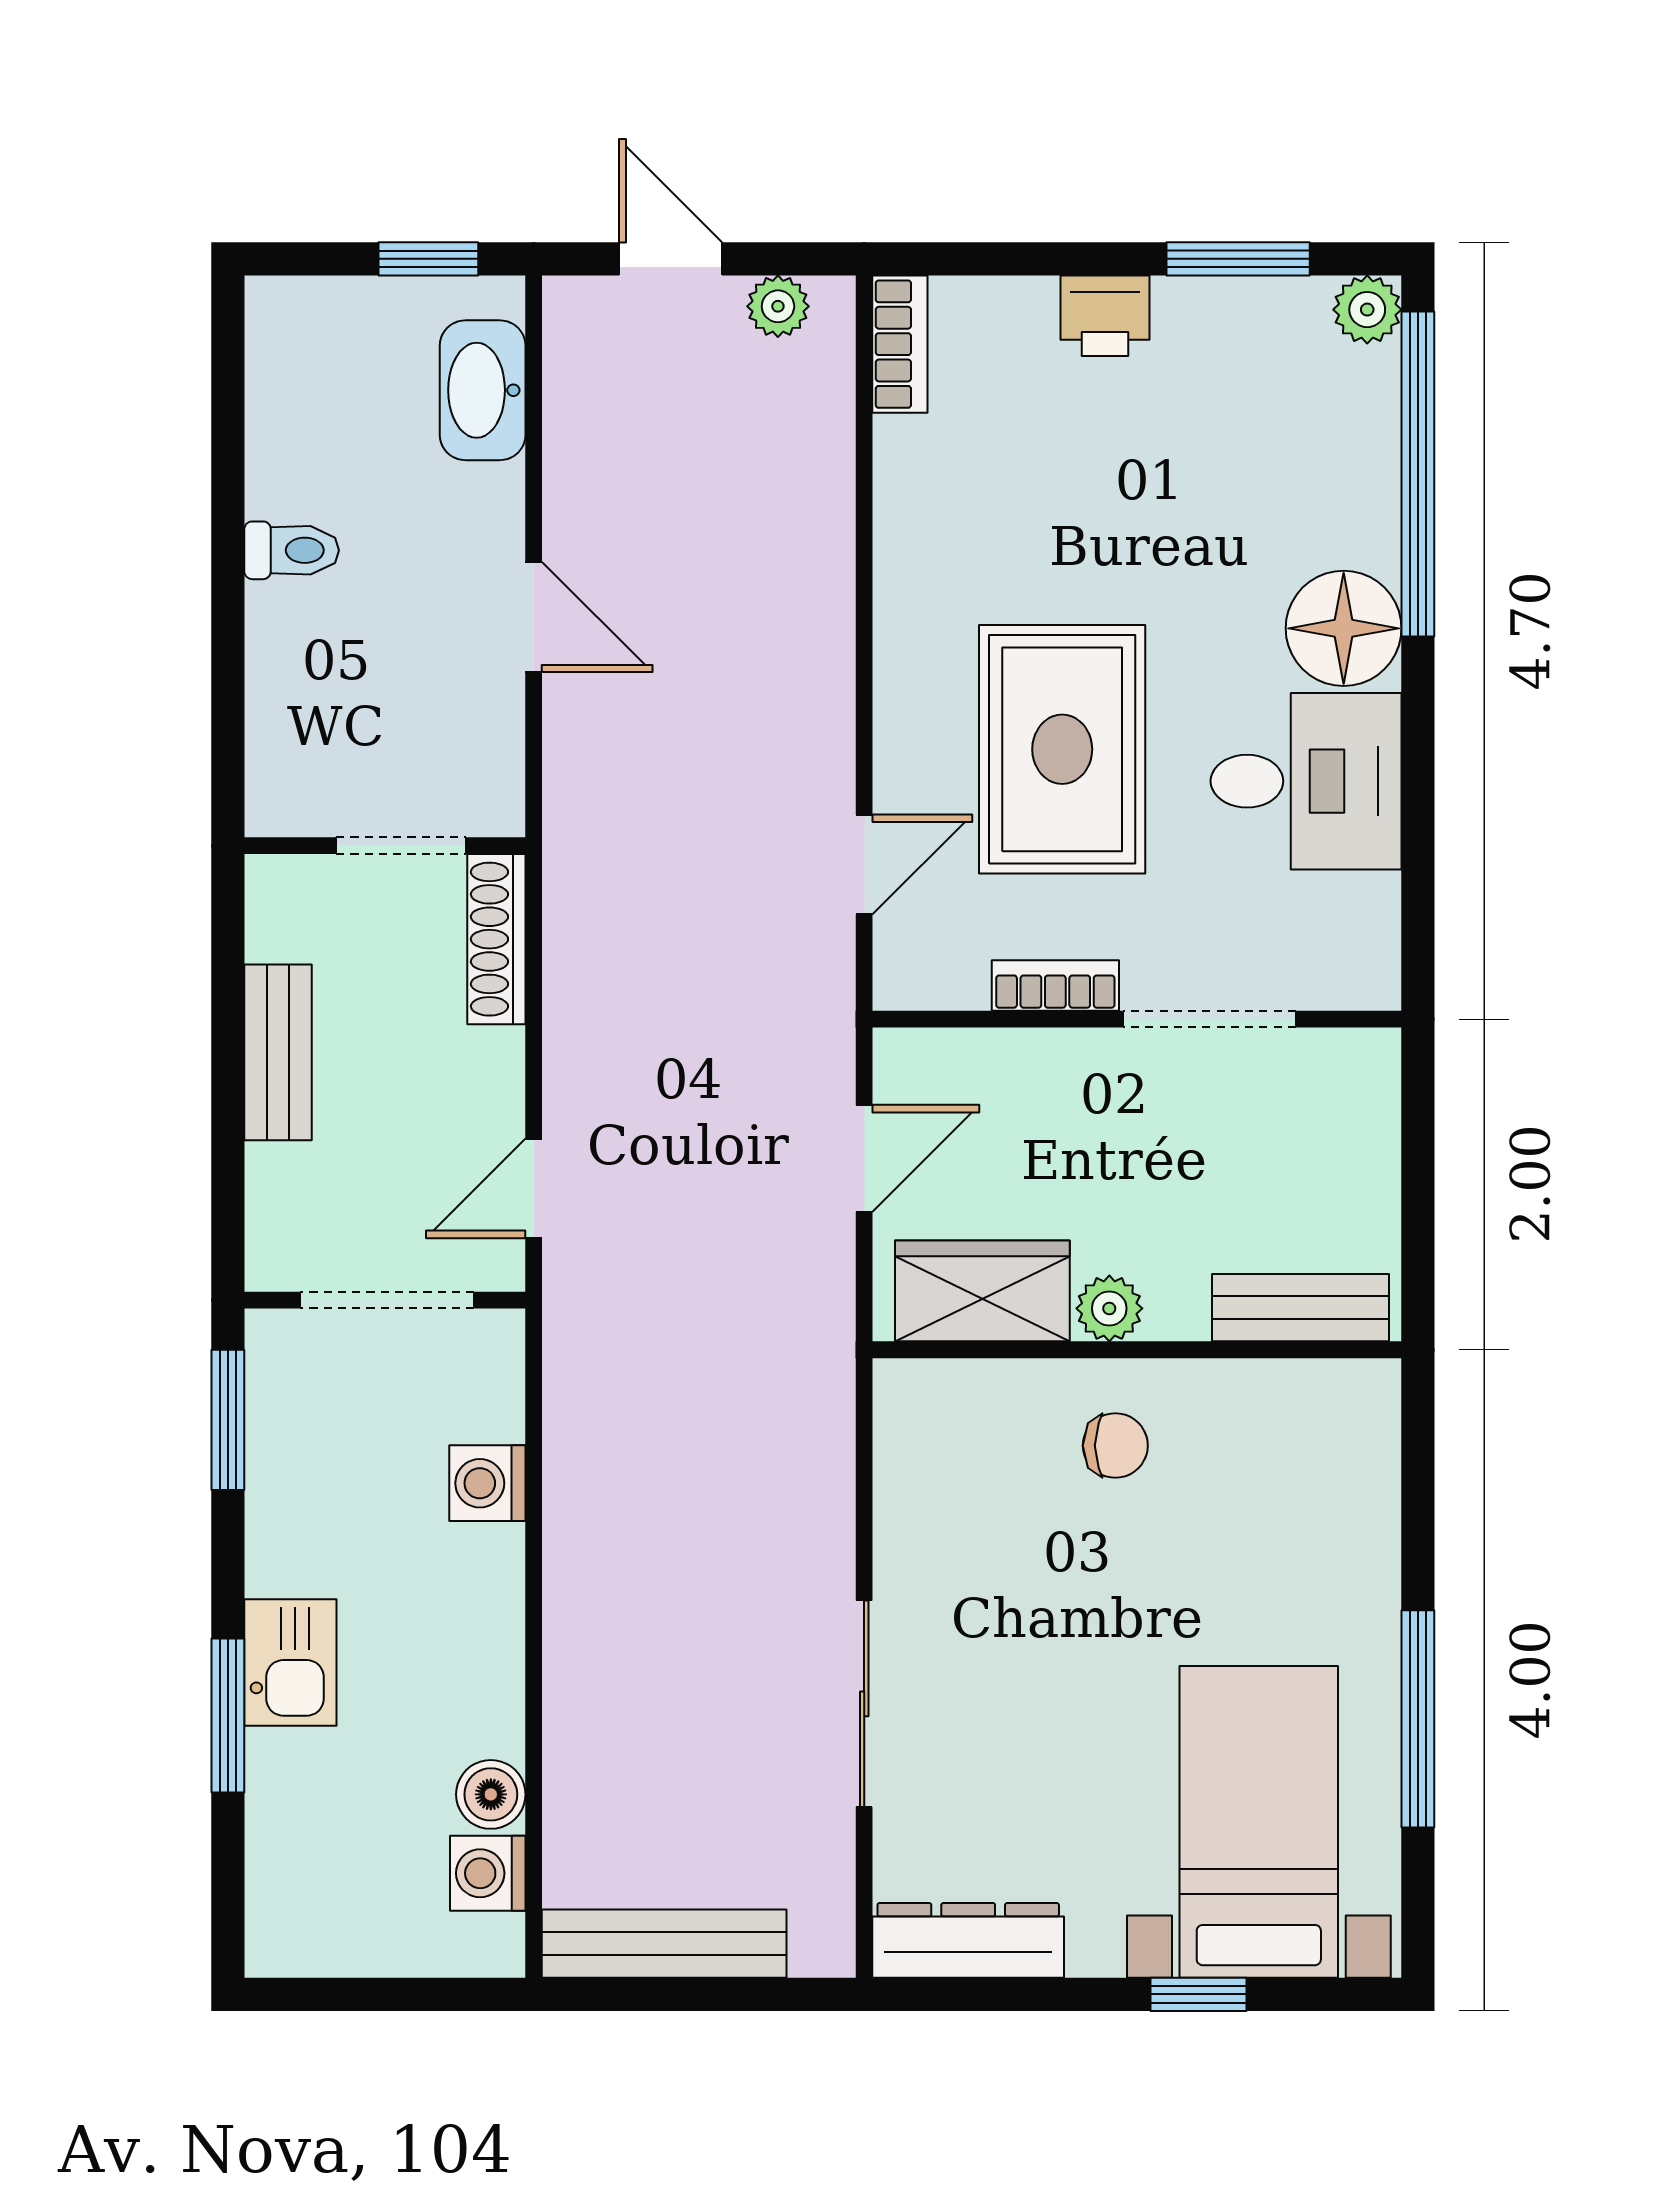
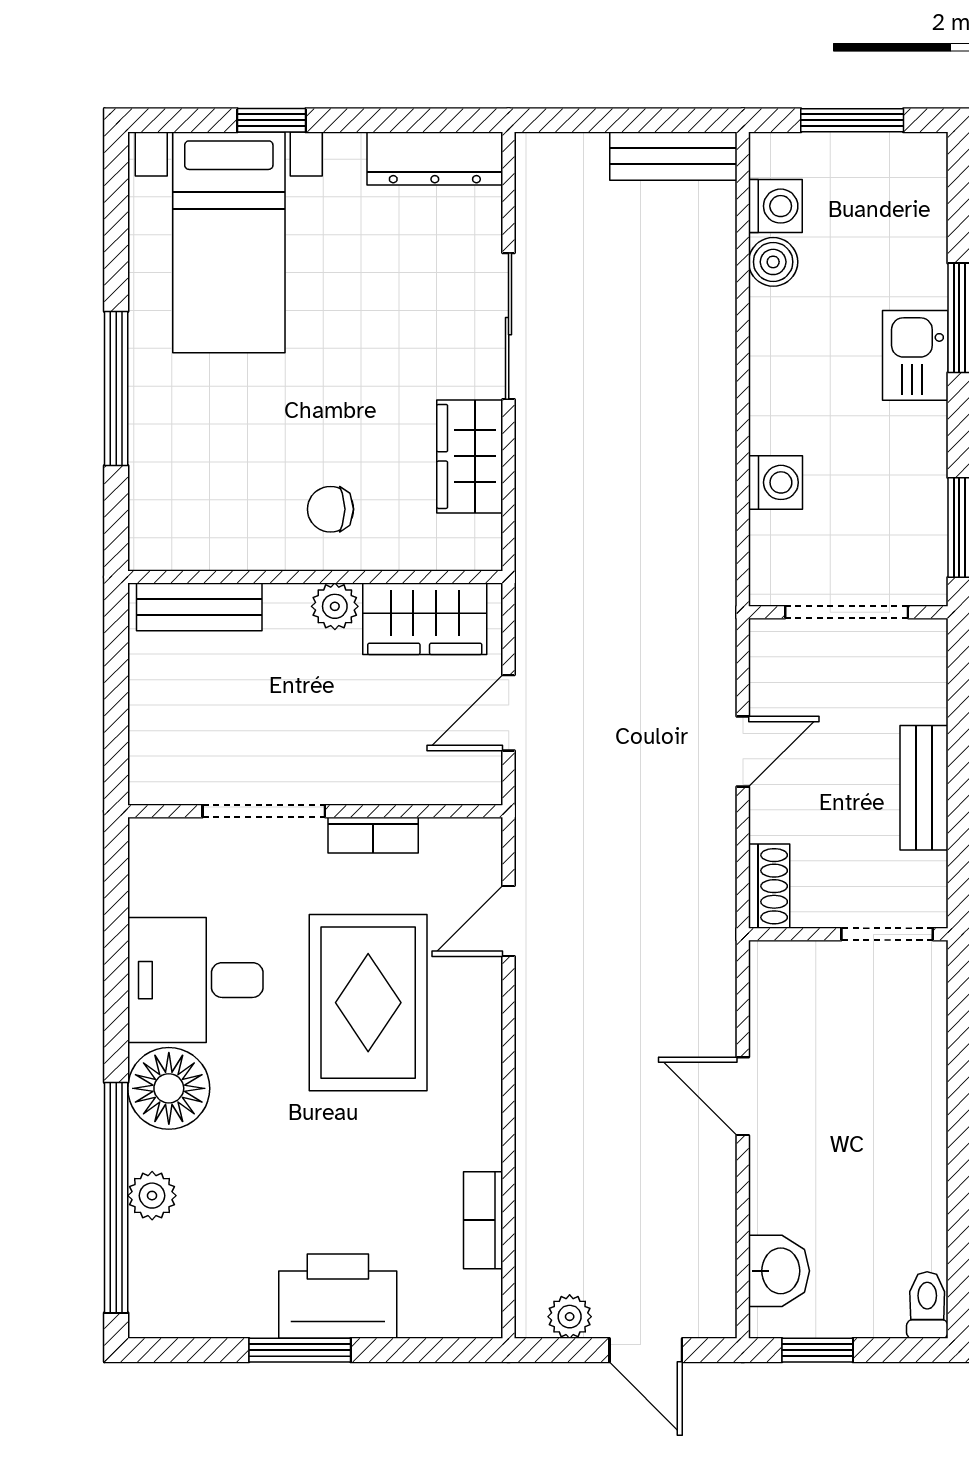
window: (1238, 259) -> (300, 1350), moved
plant: (1367, 310) -> (152, 1196), moved
printer: (1105, 316) -> (338, 1296), width x1.87, depth x1.48
bookcase: (900, 344) -> (483, 1220), moved
washbasin: (483, 390) -> (779, 1271), width x0.72
toilet: (292, 550) -> (927, 1305), moved, turned 90
doorway: (401, 846) -> (887, 934), moved
shoe rack: (496, 939) -> (769, 886), width x0.70
door: (534, 1188) -> (743, 752), moved
wardrobe: (919, 1520) -> (470, 456), added
window: (1418, 1719) -> (116, 389), moved
bench: (664, 1944) -> (673, 156), width x0.73
window: (379, 1994) -> (852, 120), added

